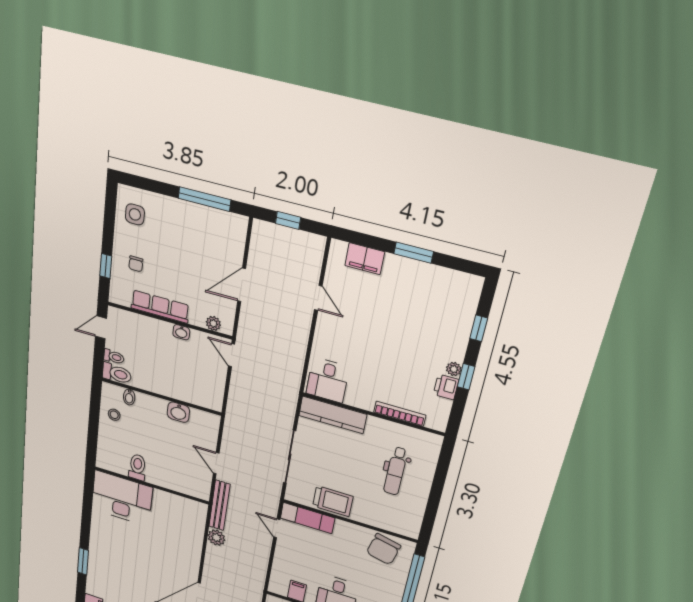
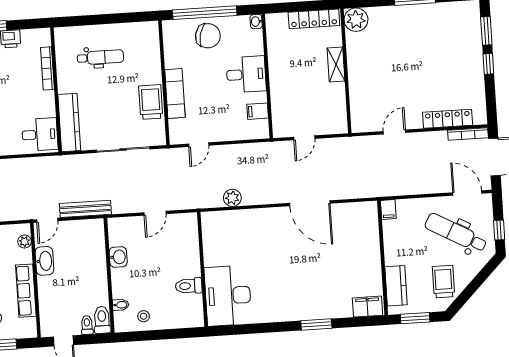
washbasin: (181, 332) -> (44, 261), width x1.91, depth x1.45
bench: (219, 505) -> (85, 209), moved
exam couch: (308, 518) -> (175, 93), moved
chair: (384, 549) -> (208, 36), moved

